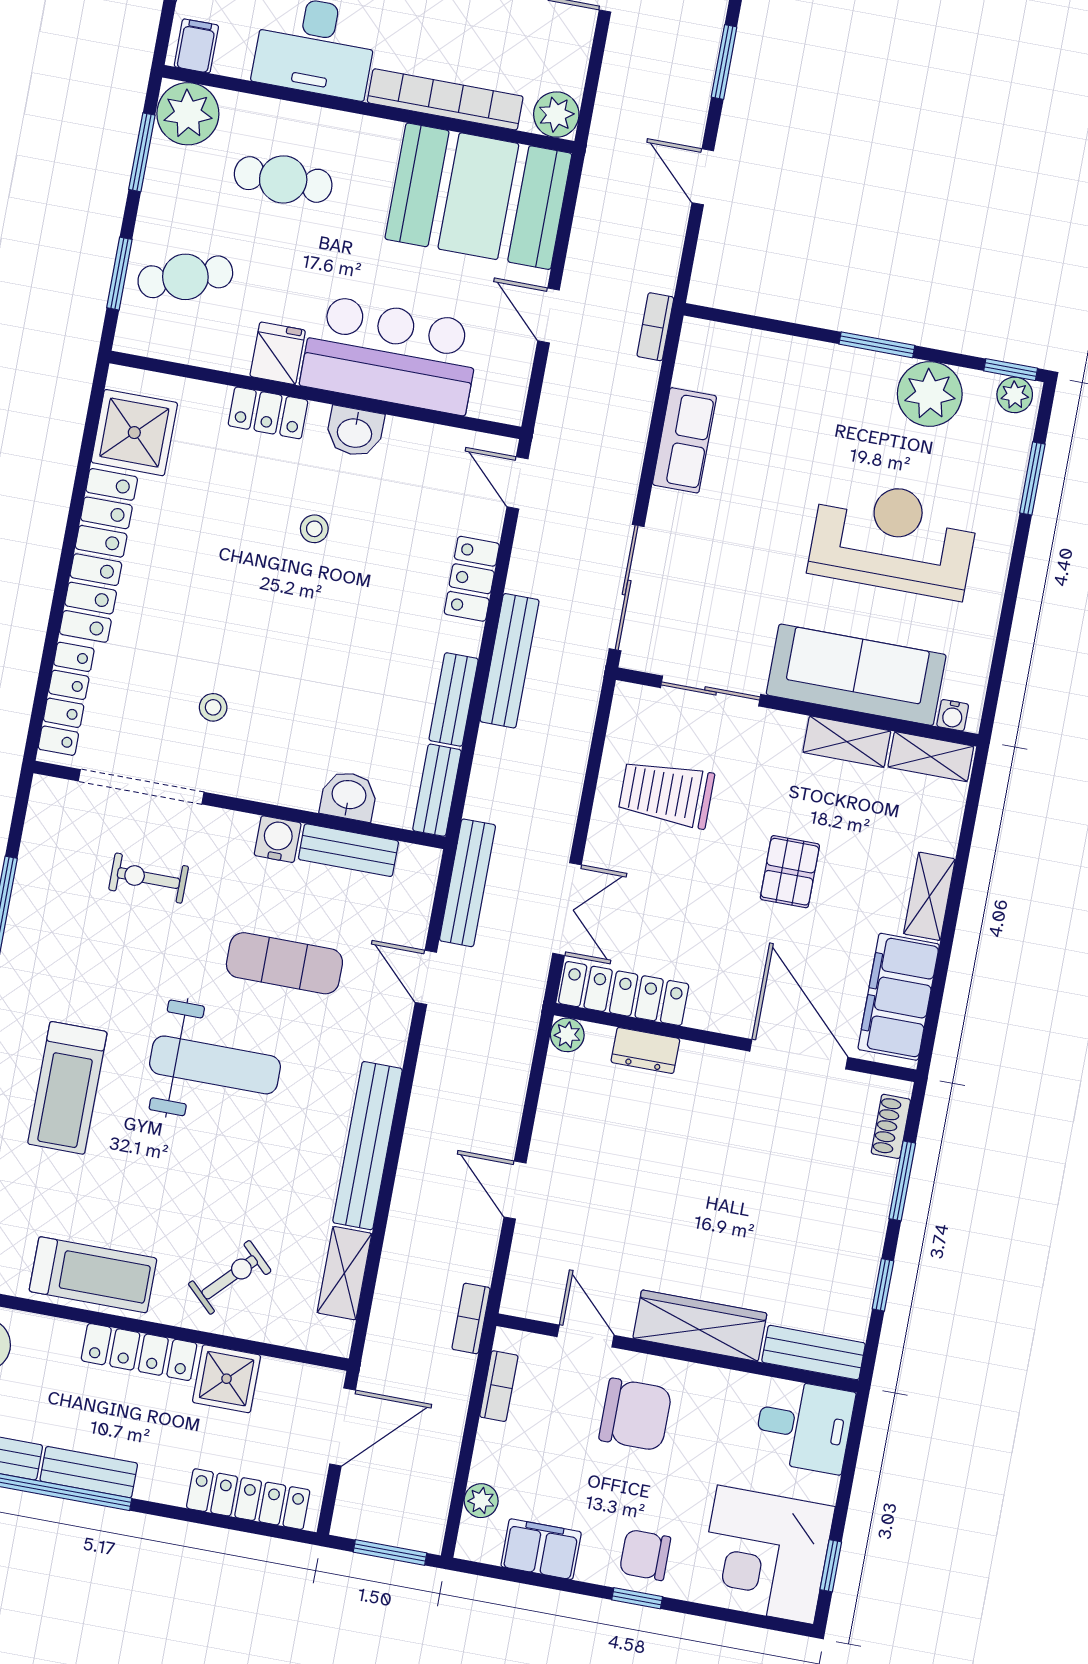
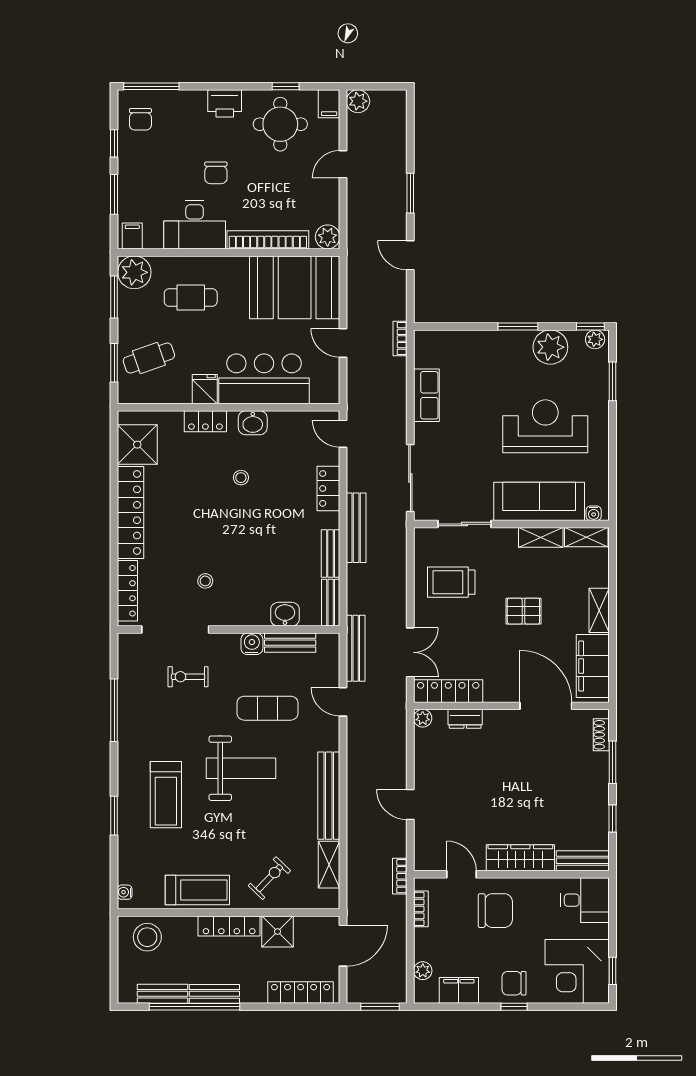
pallet: (790, 872) -> (523, 611), turned 90

